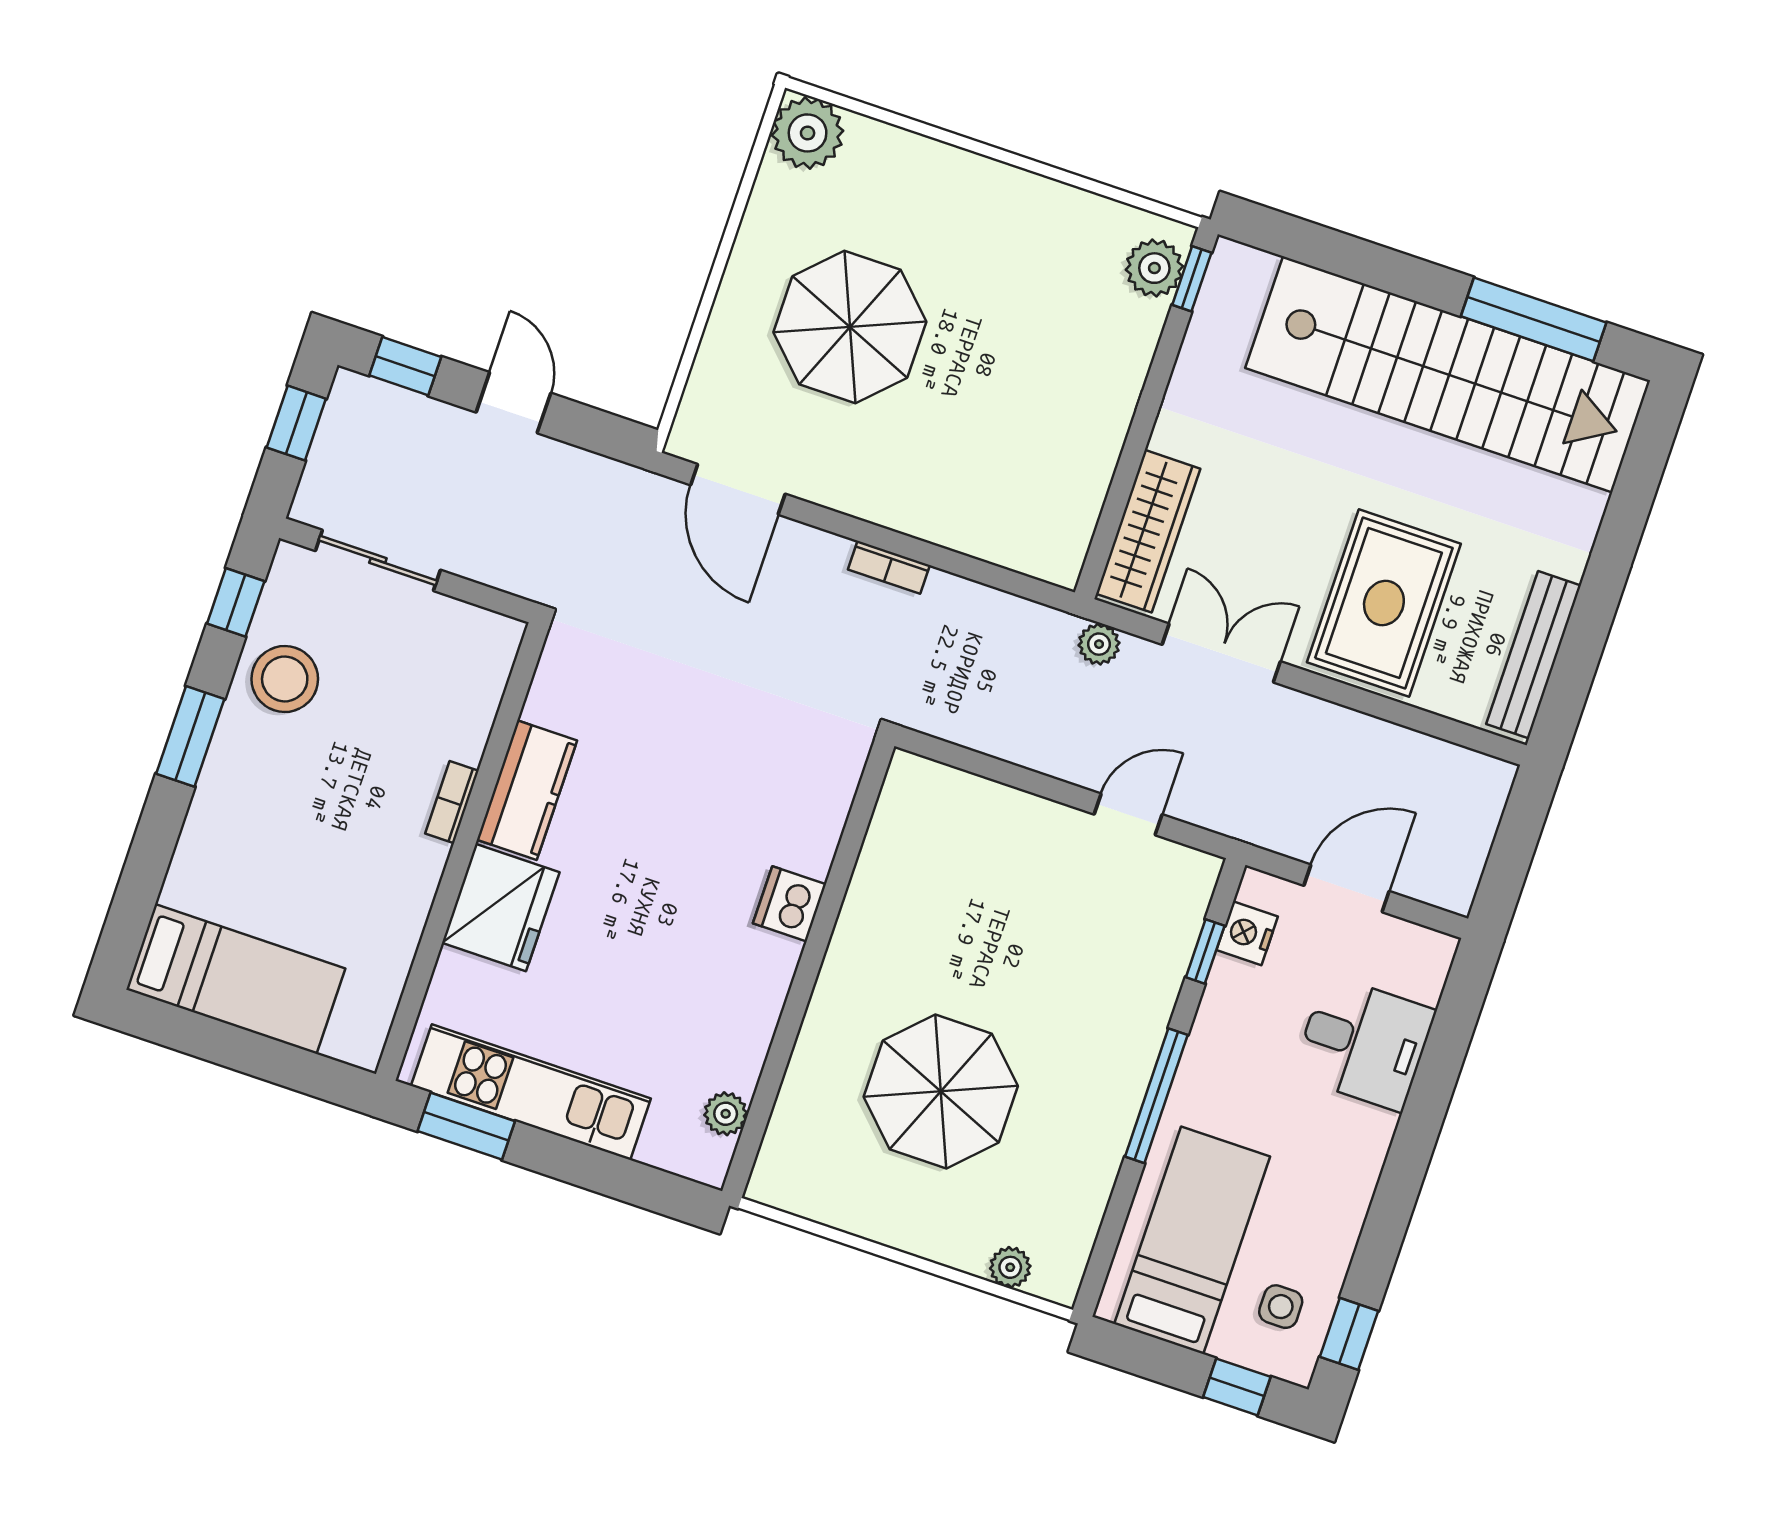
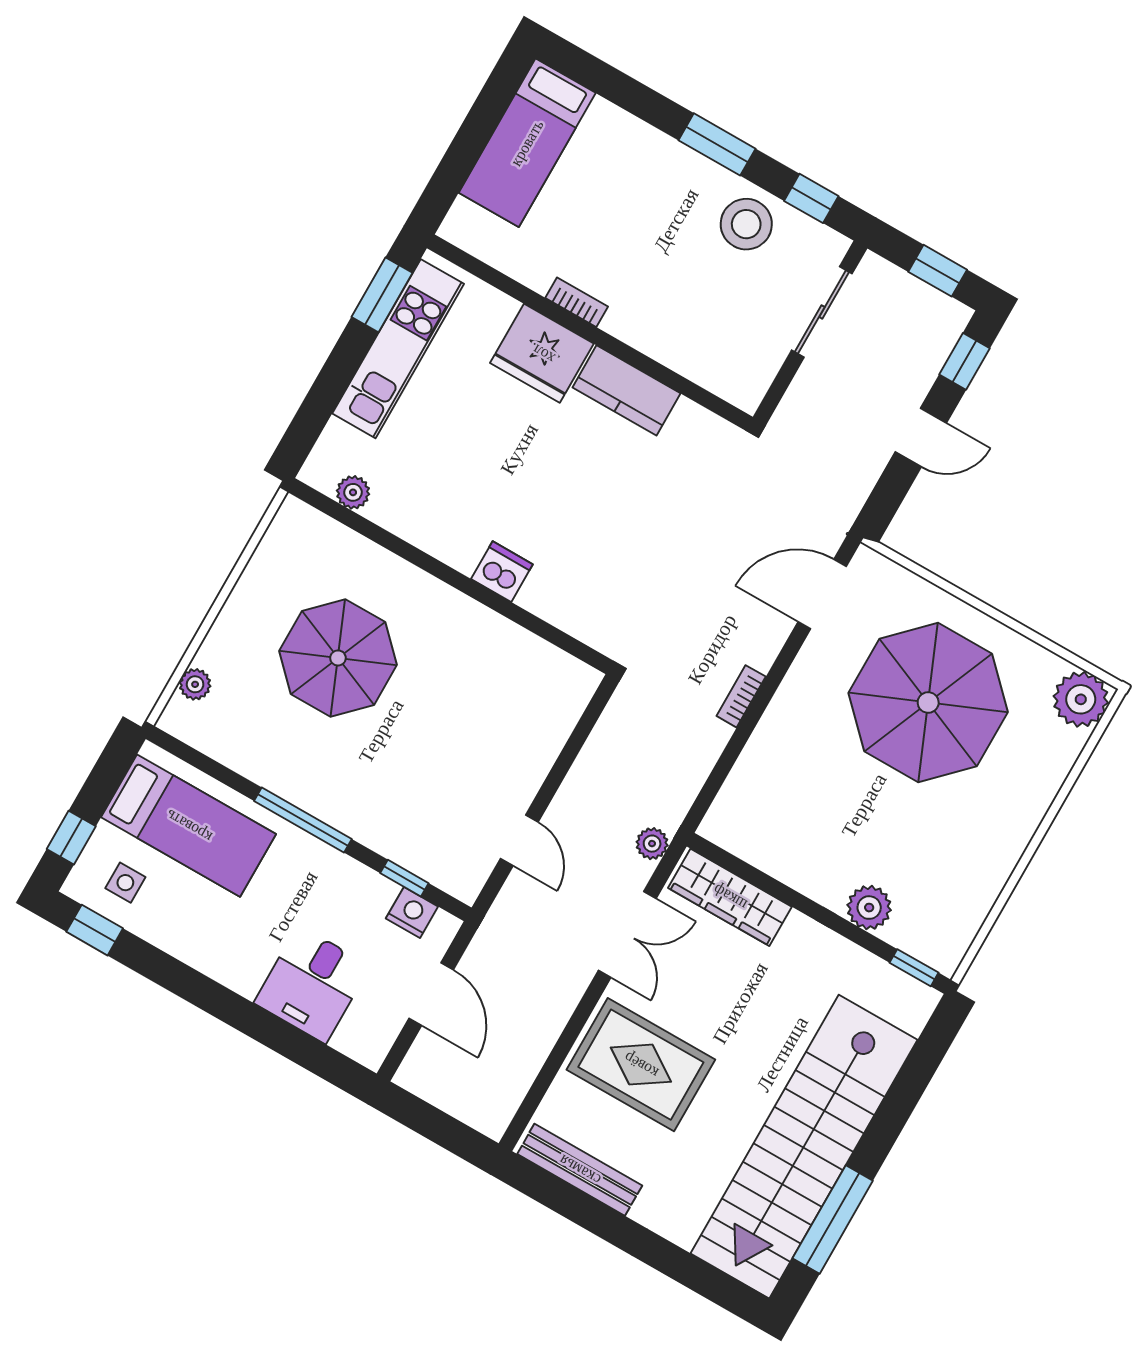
plant: (1154, 268) -> (869, 908), moved
parasol: (850, 327) -> (928, 702), width x1.36, depth x1.36
bookcase: (452, 802) -> (577, 302), moved

